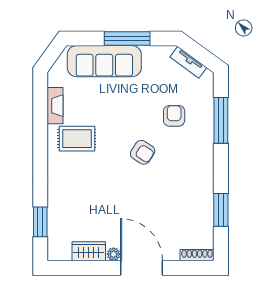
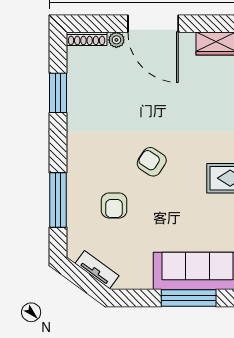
window: (127, 38) -> (189, 298), moved
plant: (114, 254) -> (116, 40), moved

